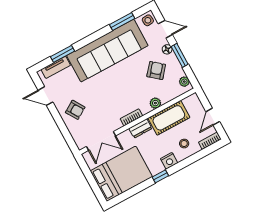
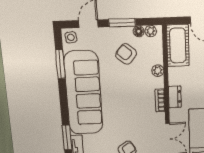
floor lamp: (167, 49) -> (139, 31), moved
cot: (169, 118) -> (178, 45), moved

